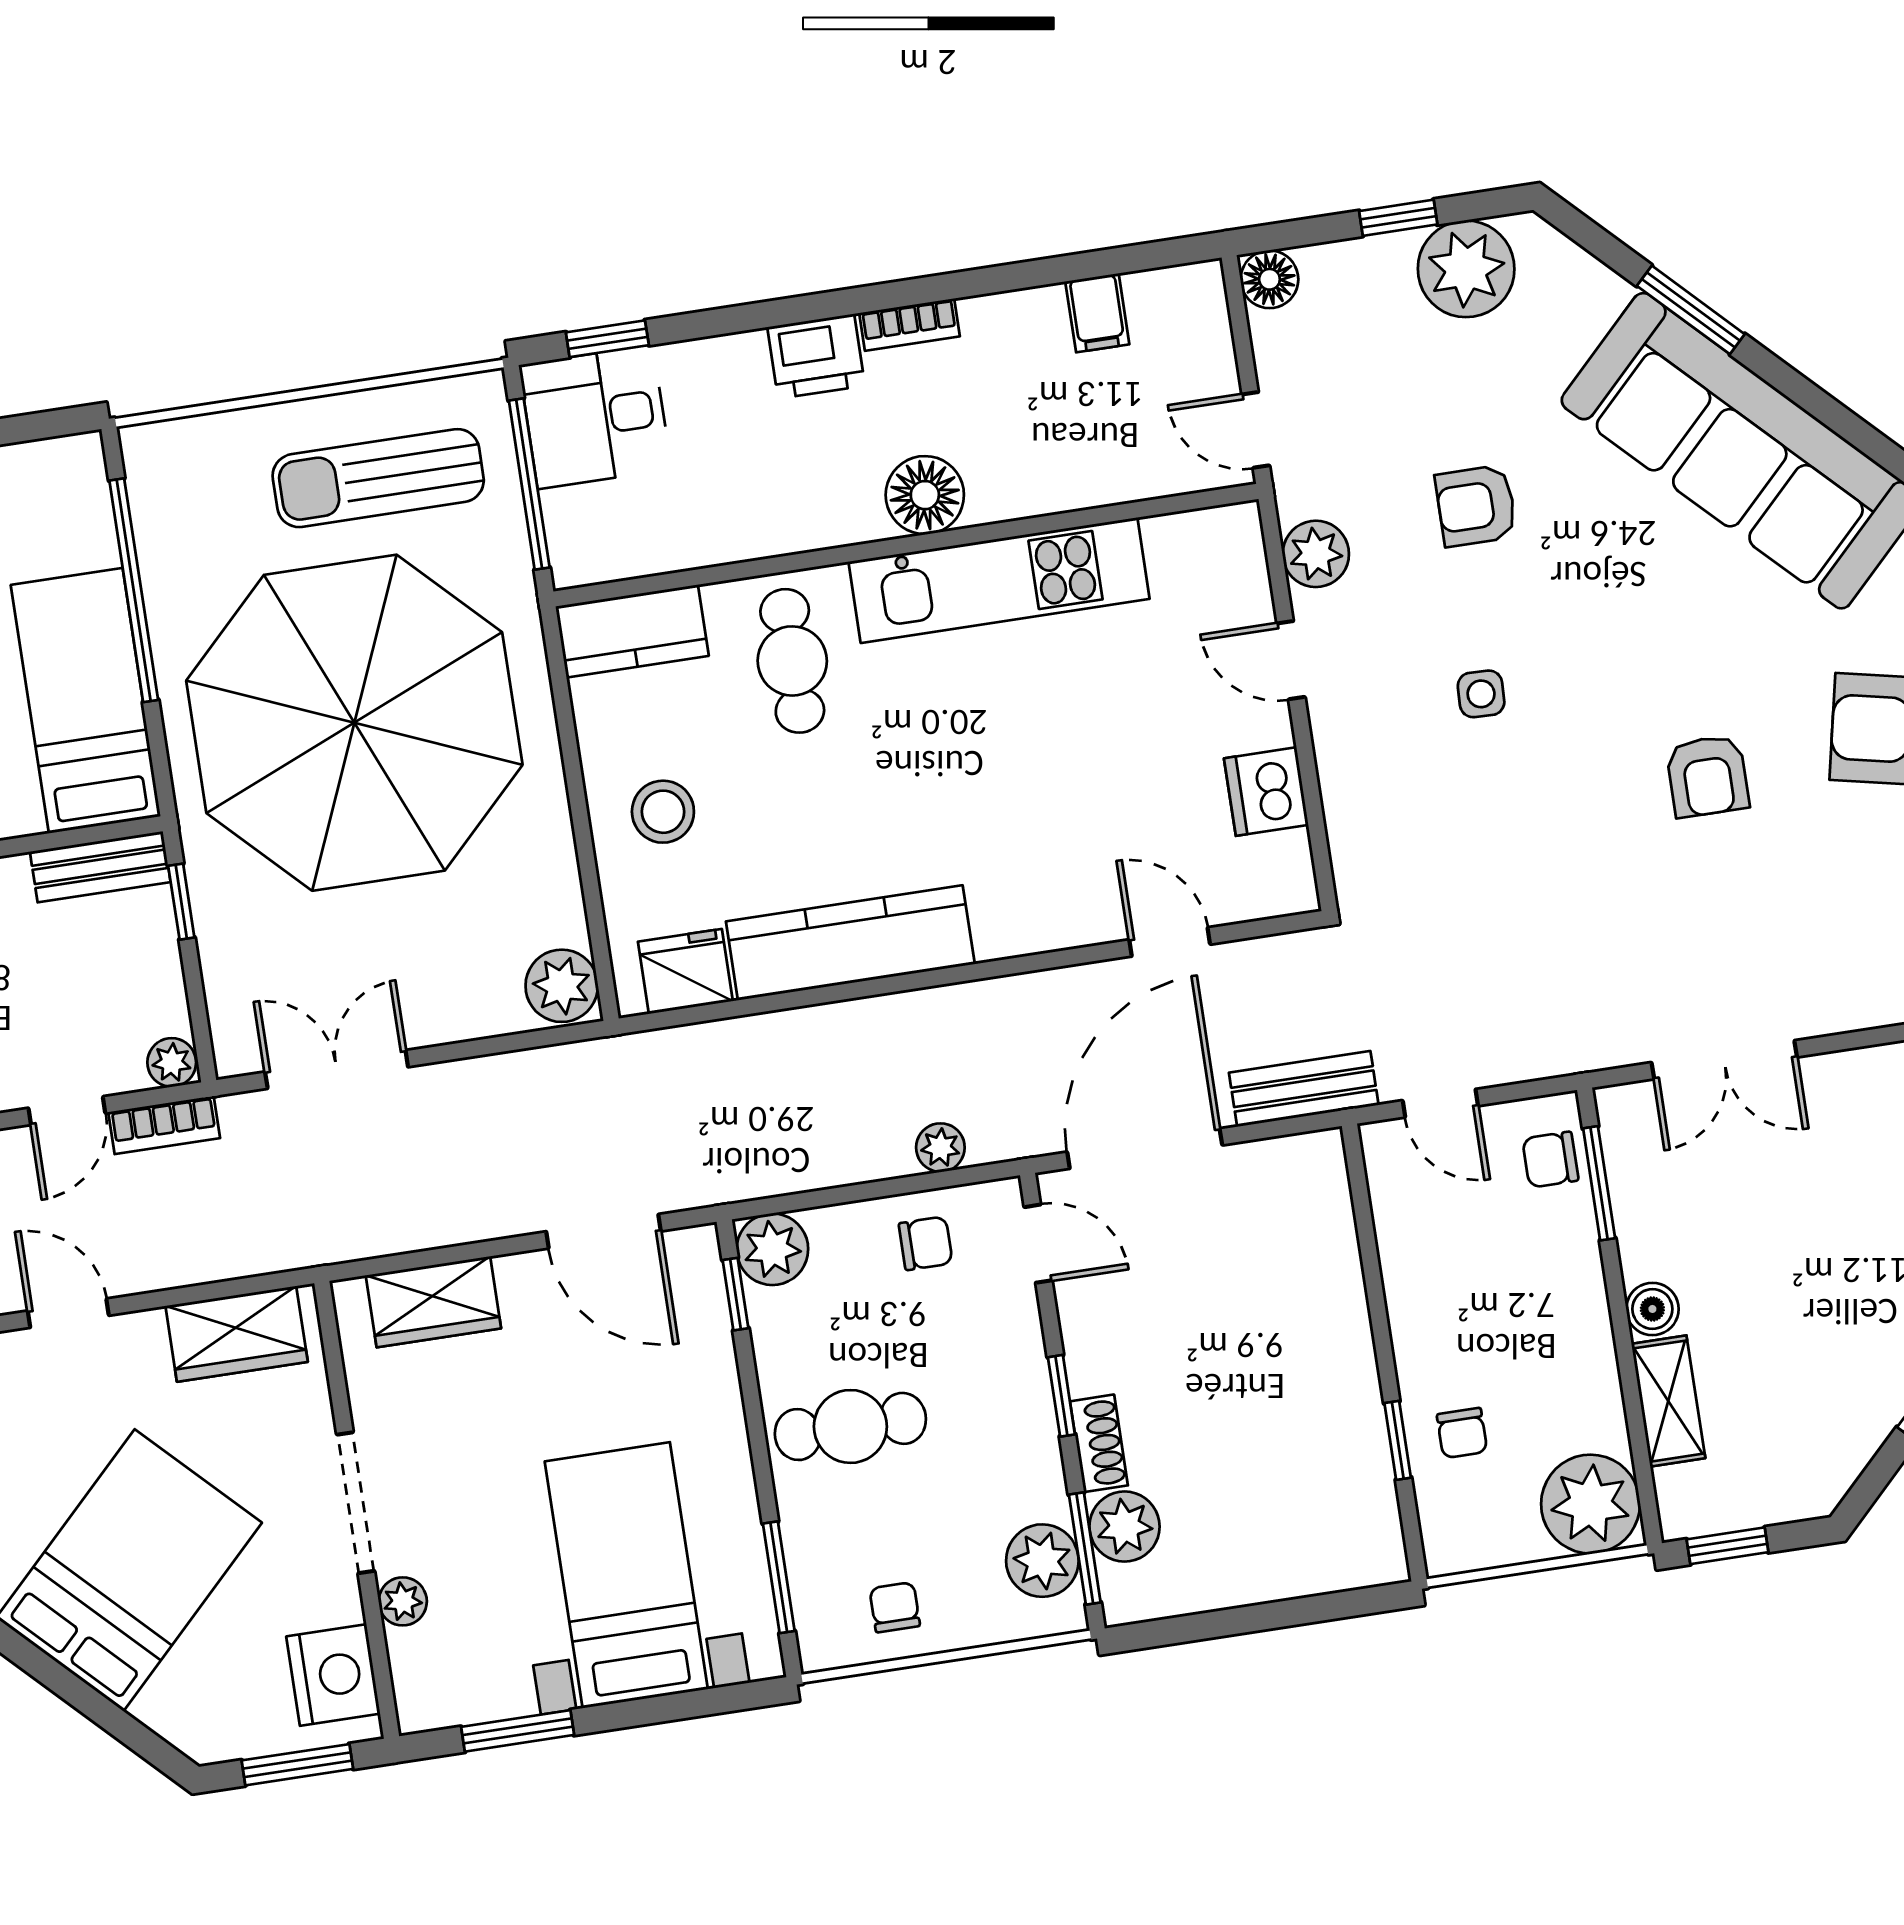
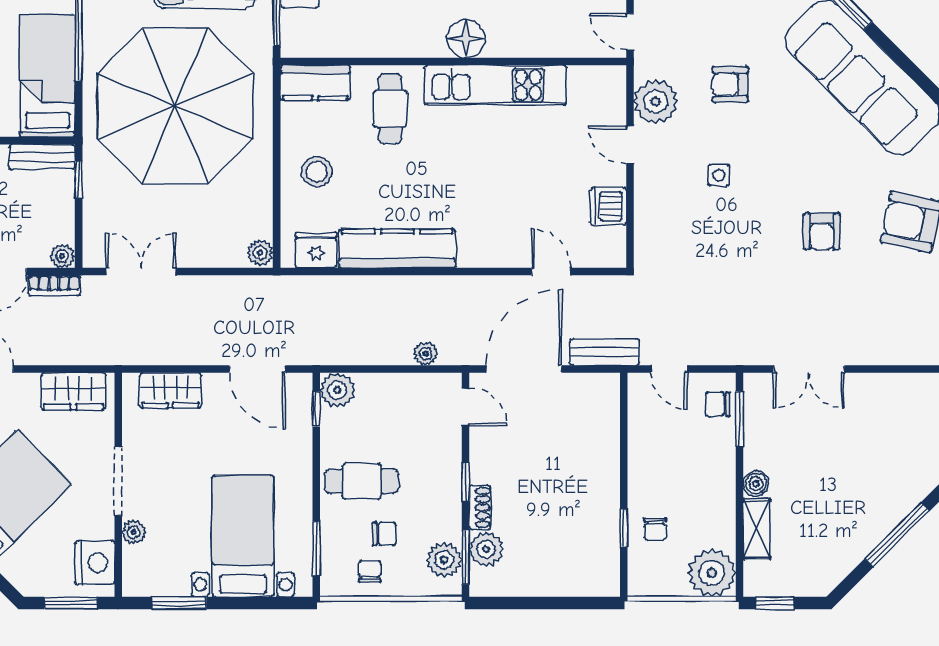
plant: (1316, 554) -> (656, 102), width x1.36, depth x1.36
plant: (562, 986) -> (260, 253), width x0.73, depth x0.73
chair: (926, 1243) -> (384, 534), moved

